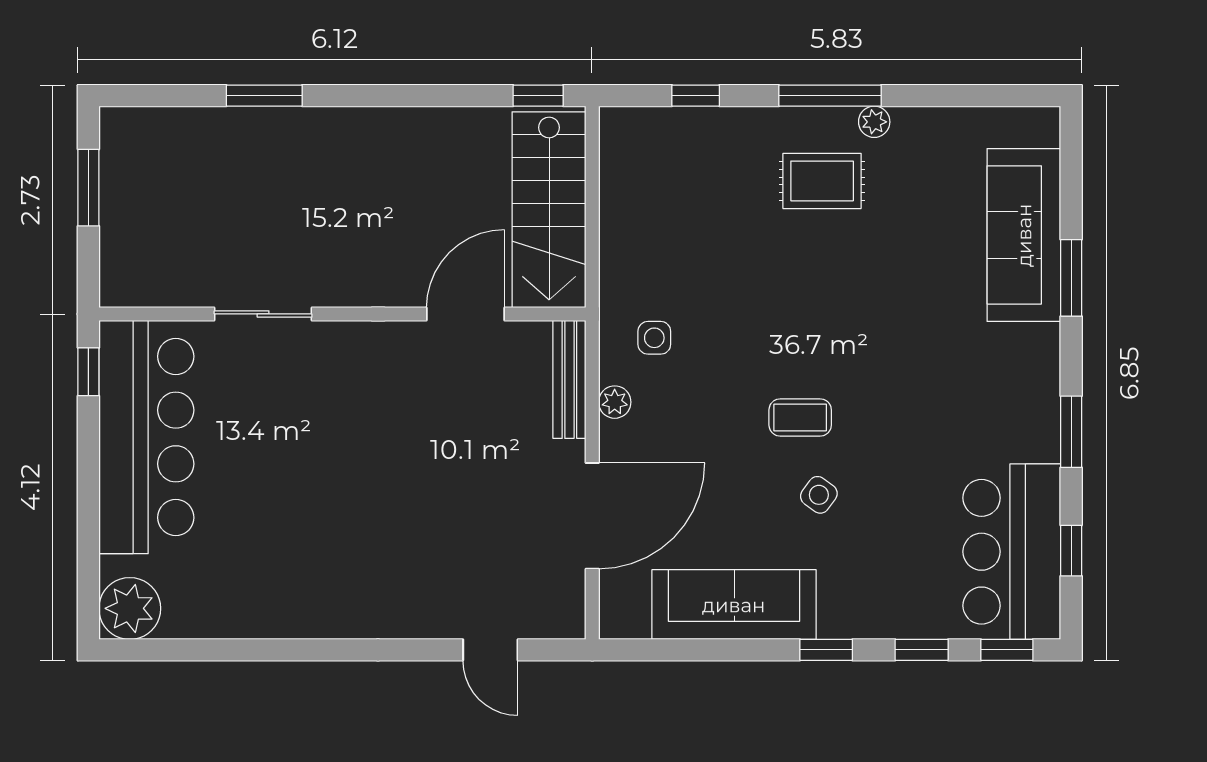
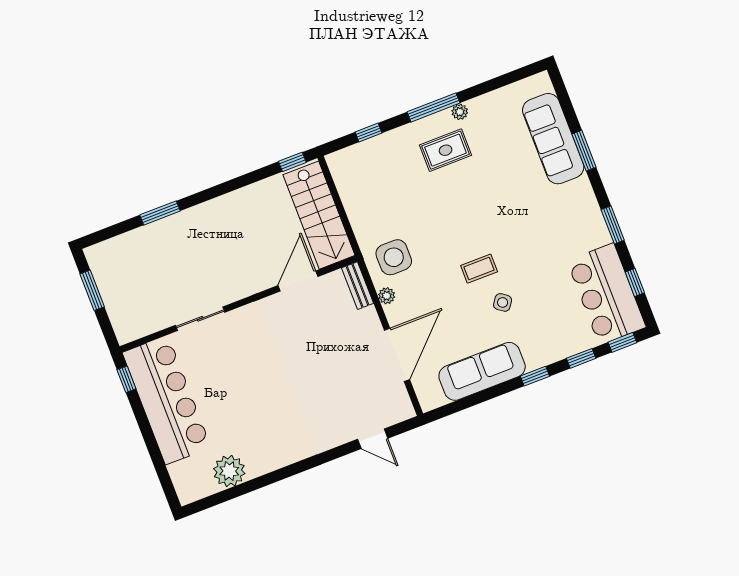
side table: (654, 338) -> (394, 257), width x1.87, depth x1.87
bench: (569, 379) -> (358, 286), width x0.73
plant: (130, 608) -> (229, 471), moved

